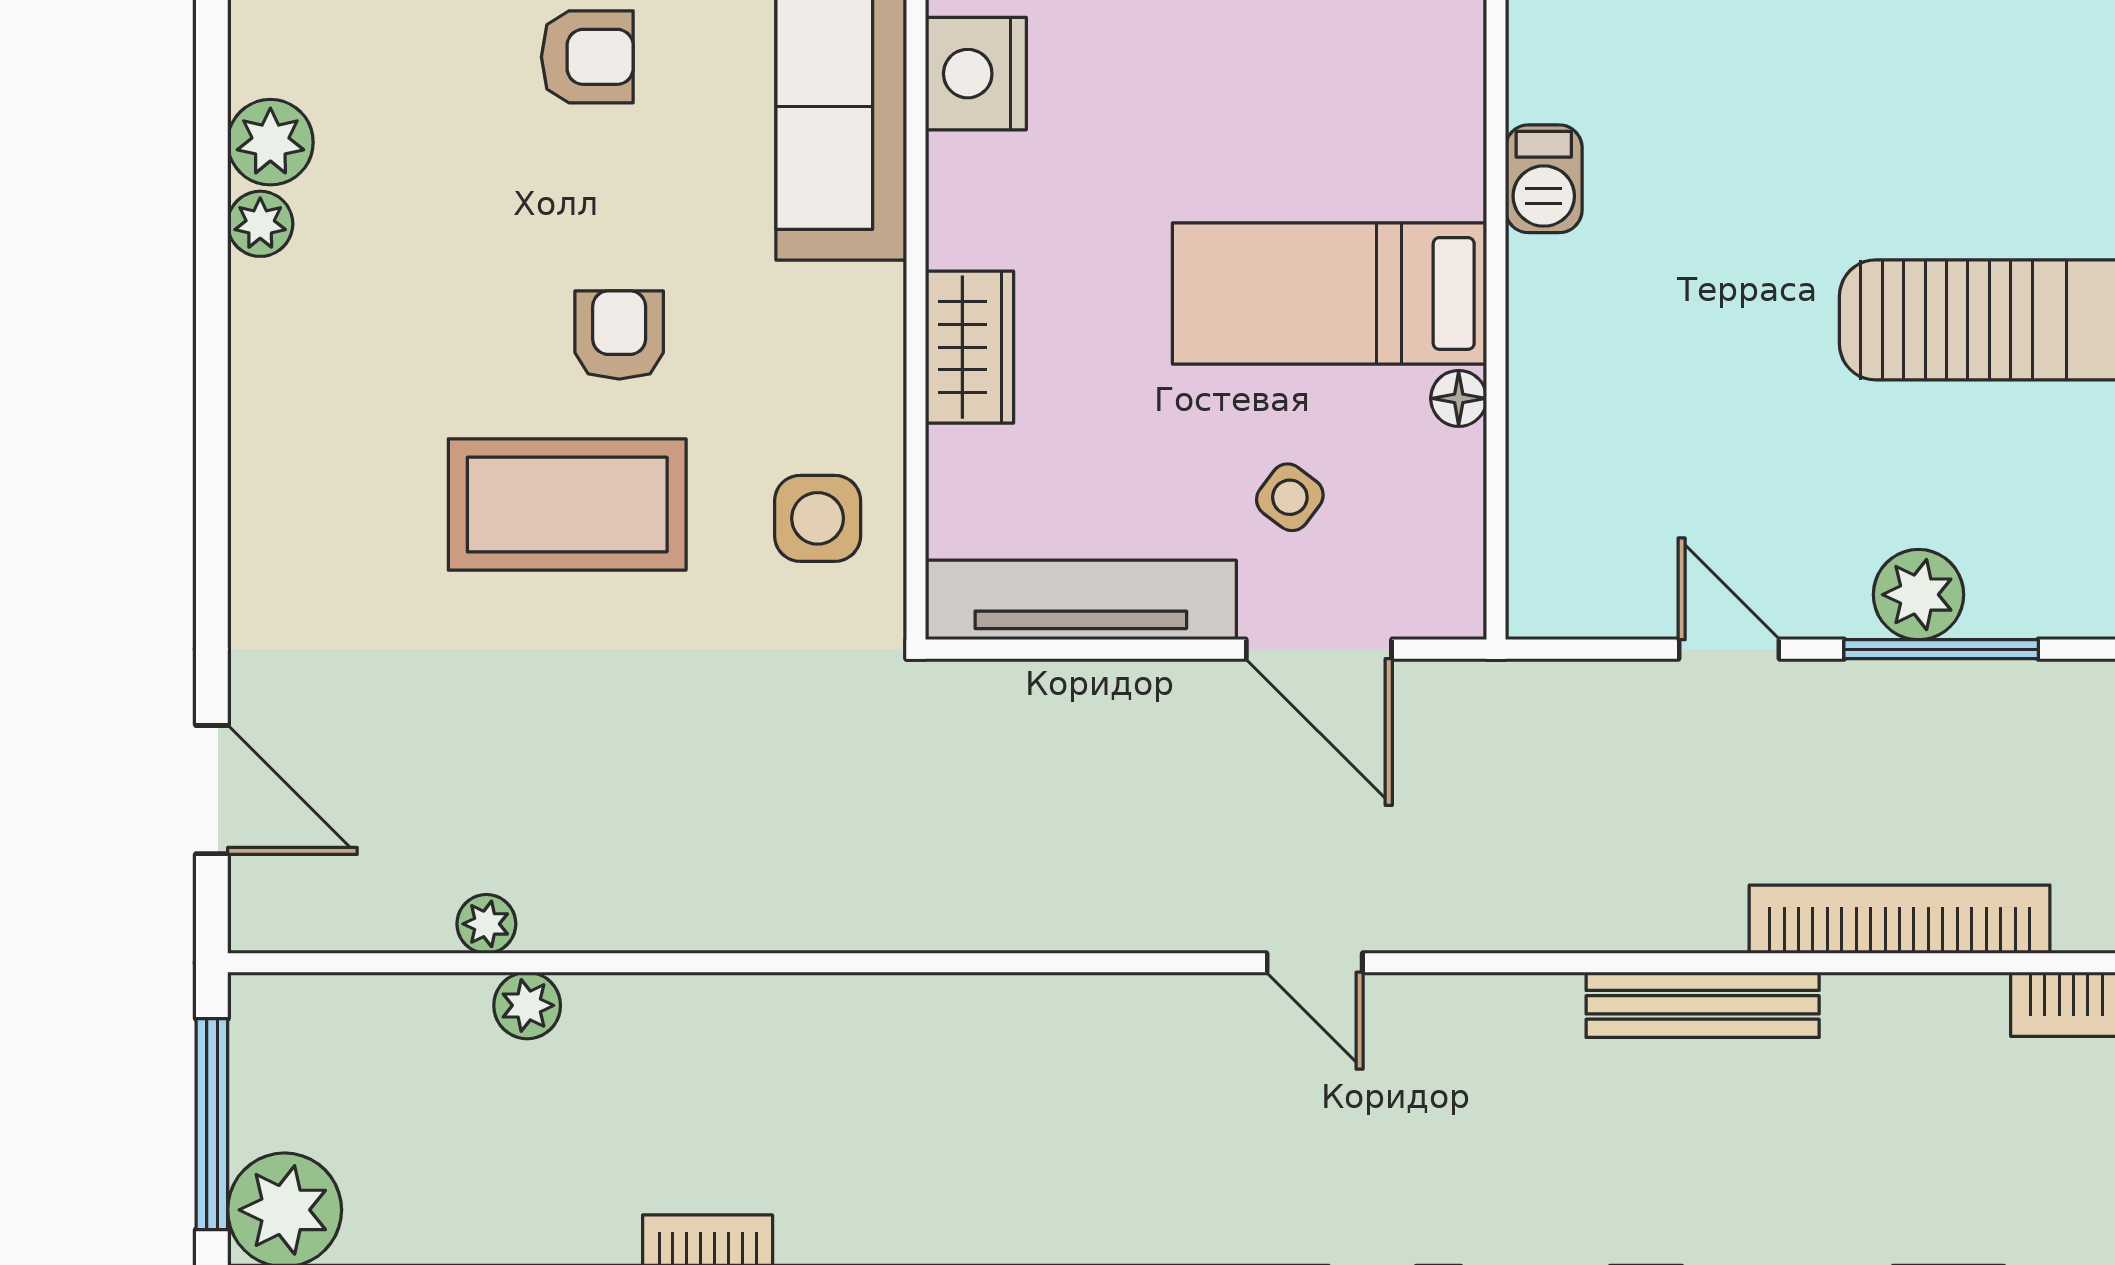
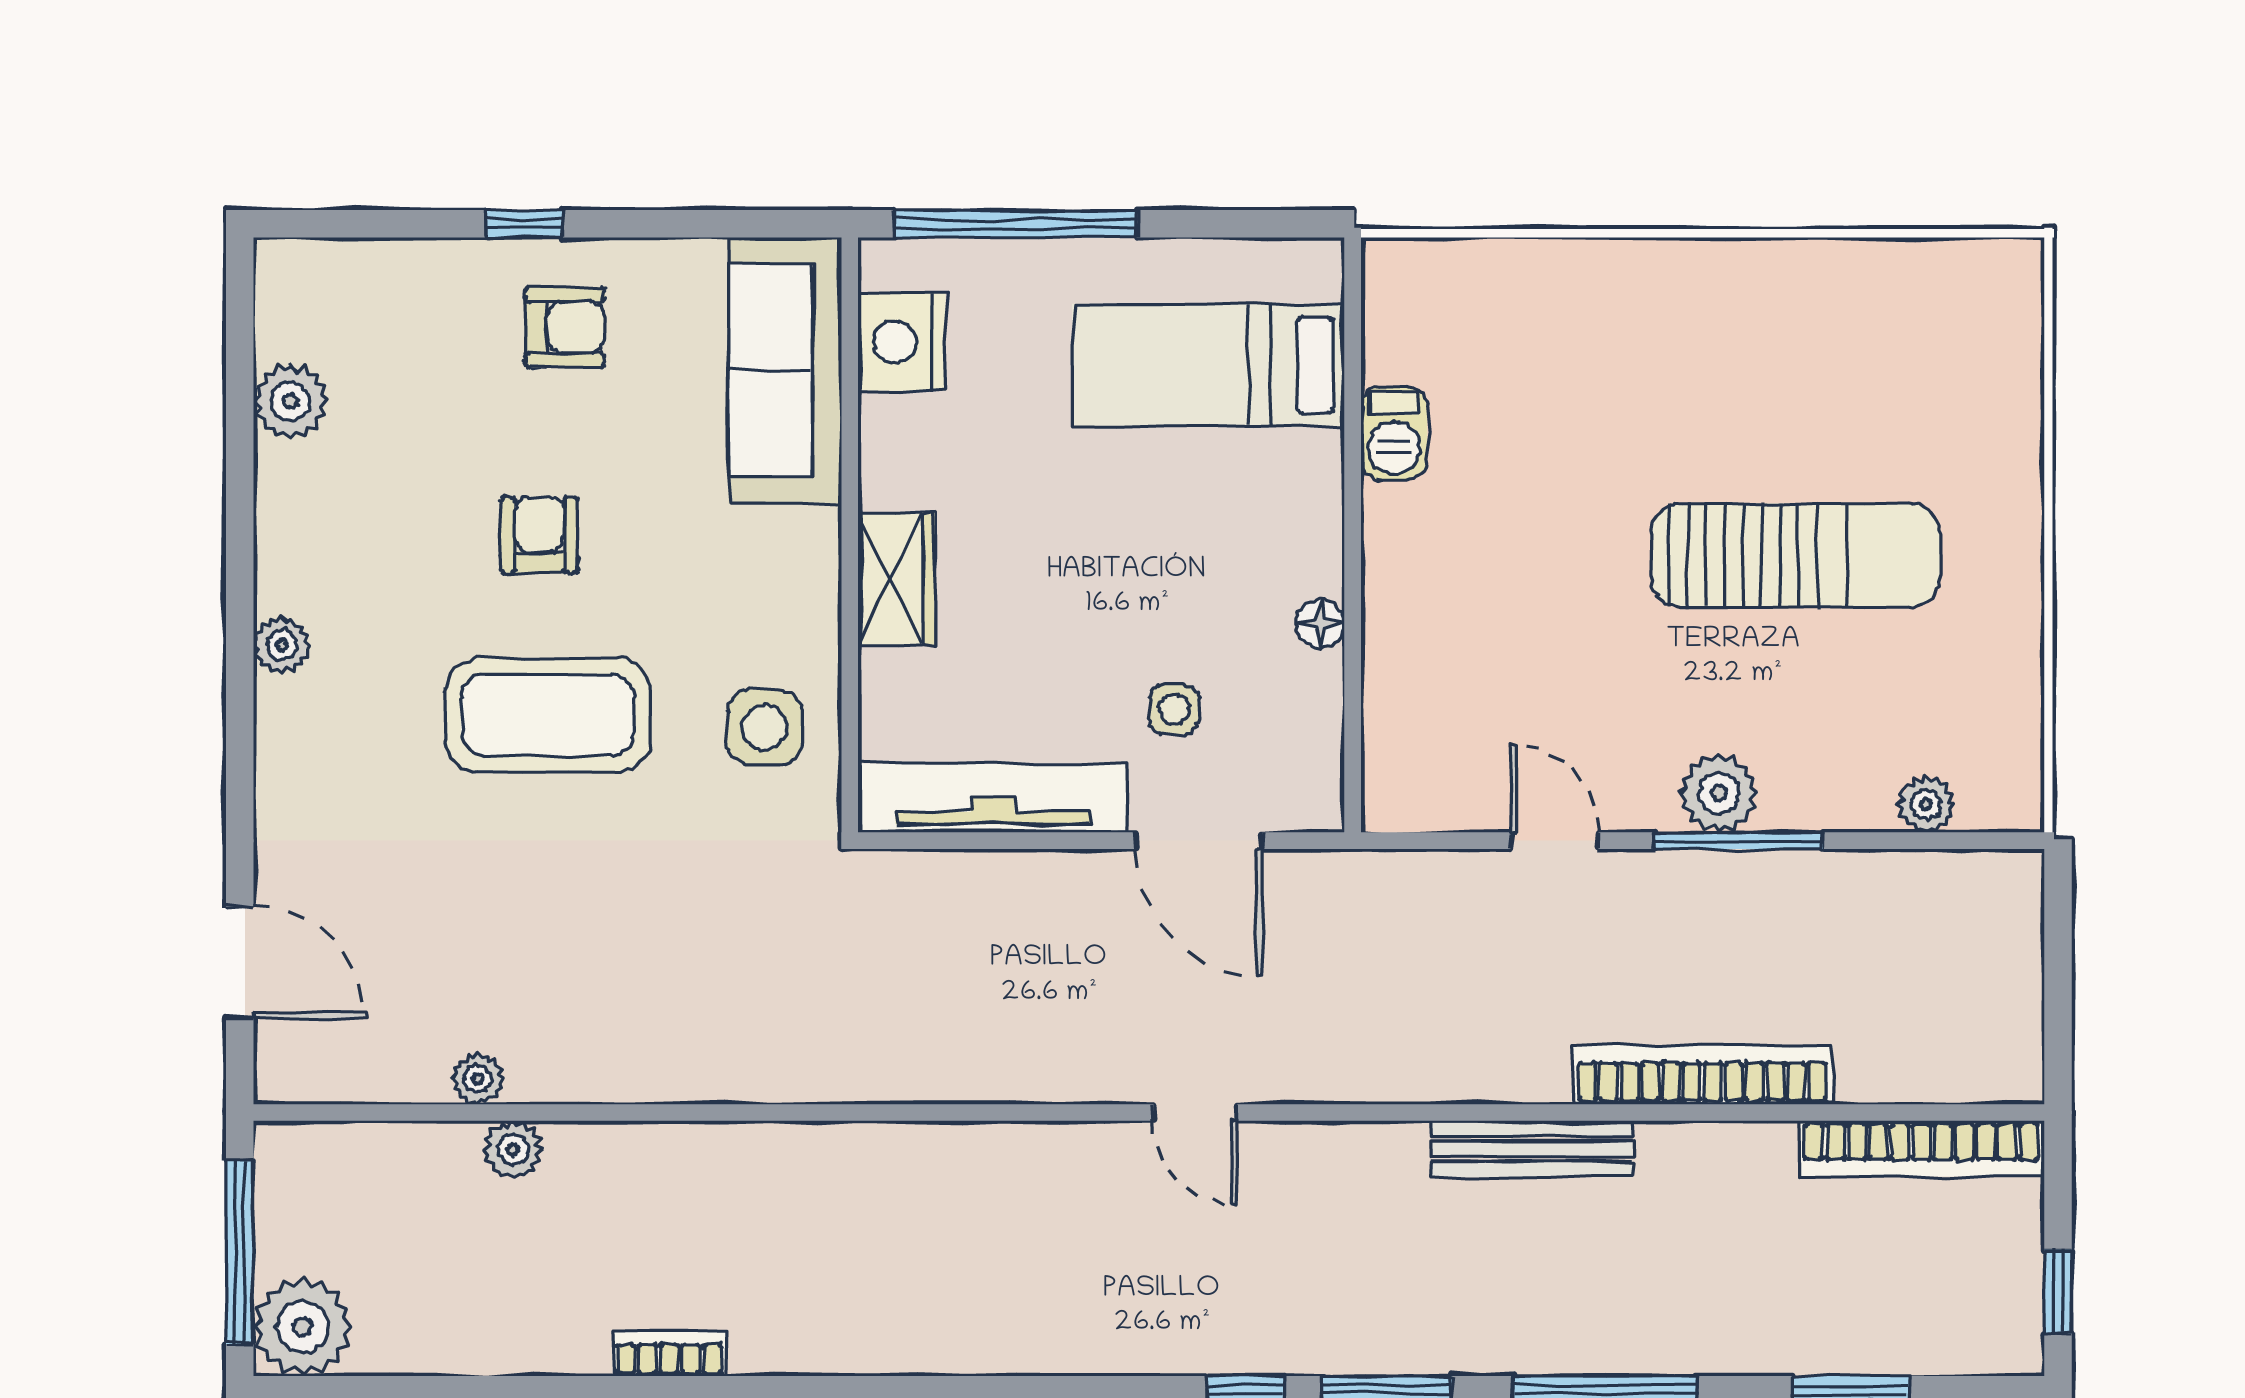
plant: (260, 224) -> (282, 645), moved
bed: (1330, 293) -> (1208, 365), moved
armchair: (619, 335) -> (539, 535), moved
side table: (1290, 497) -> (1174, 709), turned -37

